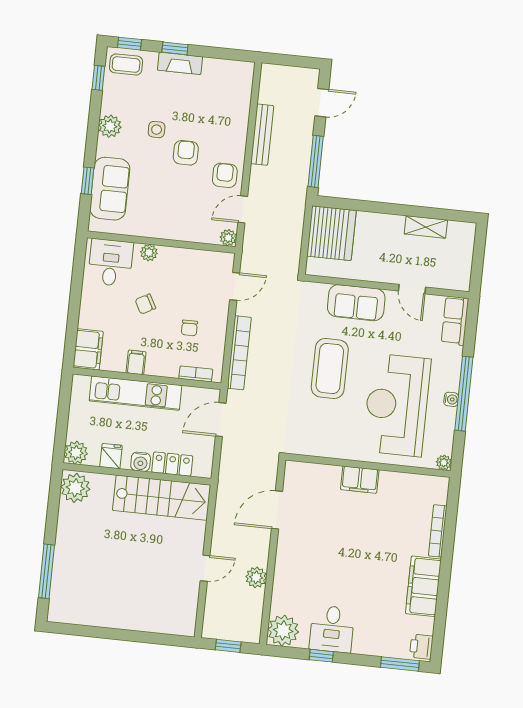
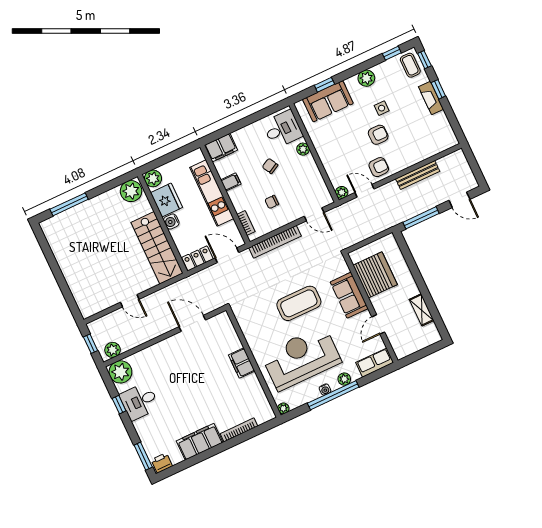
server rack: (332, 233) -> (375, 275), moved, turned -90
plant: (453, 369) -> (344, 379), added
fridge: (111, 456) -> (166, 200), width x1.88, depth x1.34
locker: (172, 464) -> (197, 258), moved, turned -90
plant: (256, 577) -> (113, 350), moved

